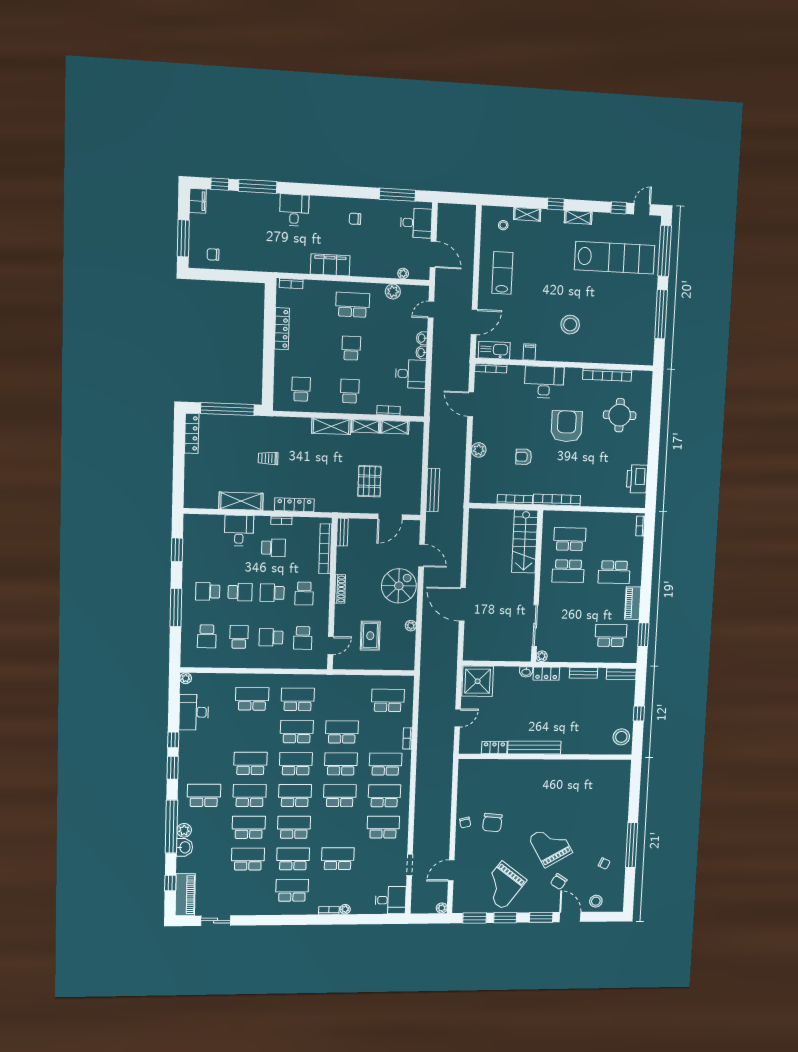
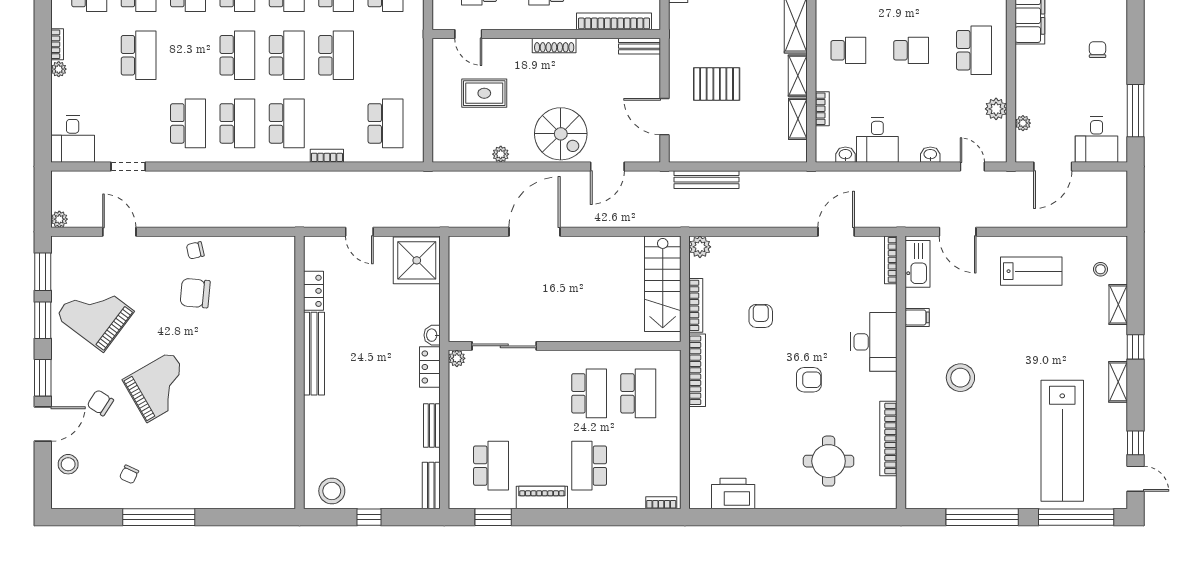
washbasin: (421, 352) -> (845, 155), moved
armchair: (567, 426) -> (809, 380), width x0.53, depth x0.53
plant: (479, 450) -> (700, 247), moved
stairs: (525, 541) -> (663, 284), moved, turned -90
school desk: (568, 571) -> (589, 393), turned 180

